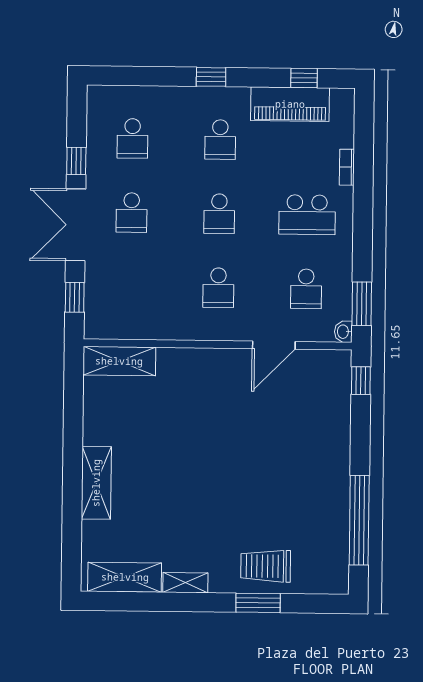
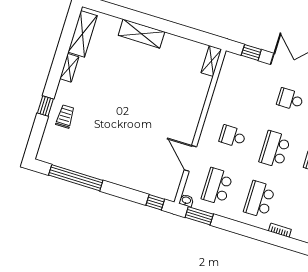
school desk: (219, 214) -> (275, 149), width x1.85
school desk: (306, 289) -> (217, 186), width x1.85
shelving: (119, 361) -> (211, 61), width x0.67, depth x0.75
trolley: (266, 566) -> (65, 116), width x0.73, depth x0.72
window: (258, 603) -> (45, 106), width x0.67

